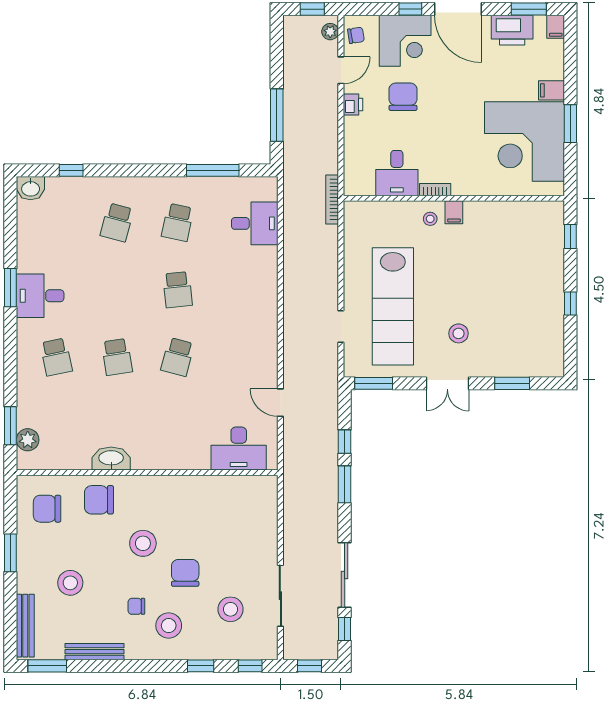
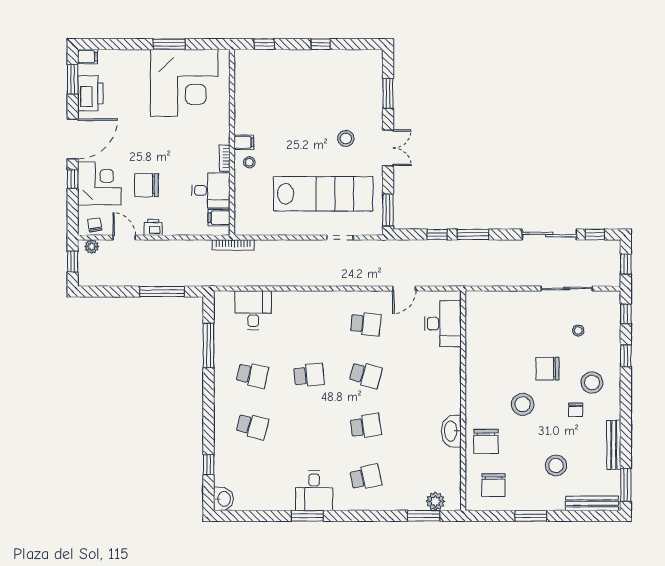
filing cabinet: (551, 90) -> (219, 218), moved, turned 90
school desk: (238, 357) -> (366, 324), added
stool: (230, 609) -> (578, 331), width x0.53, depth x0.53

